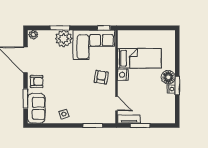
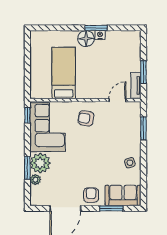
plant: (33, 35) -> (35, 180), moved
nightstand: (123, 75) -> (83, 92), removed

